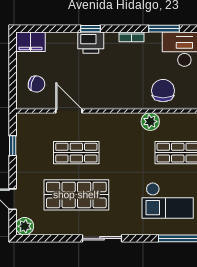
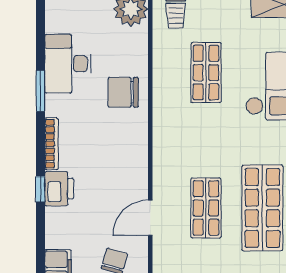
bookcase: (131, 37) -> (51, 144), width x1.56
plant: (150, 122) -> (164, 109), removed

